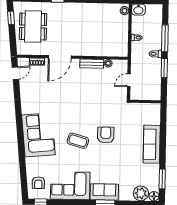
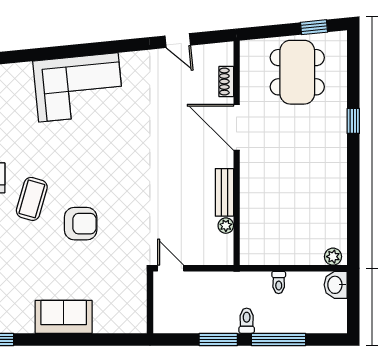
dining table: (33, 27) -> (297, 72), turned 90
door: (15, 73) -> (178, 41), moved
door: (129, 80) -> (171, 268), moved
coffee table: (78, 141) -> (32, 199), moved
sofa: (152, 144) -> (64, 317), width x0.73

